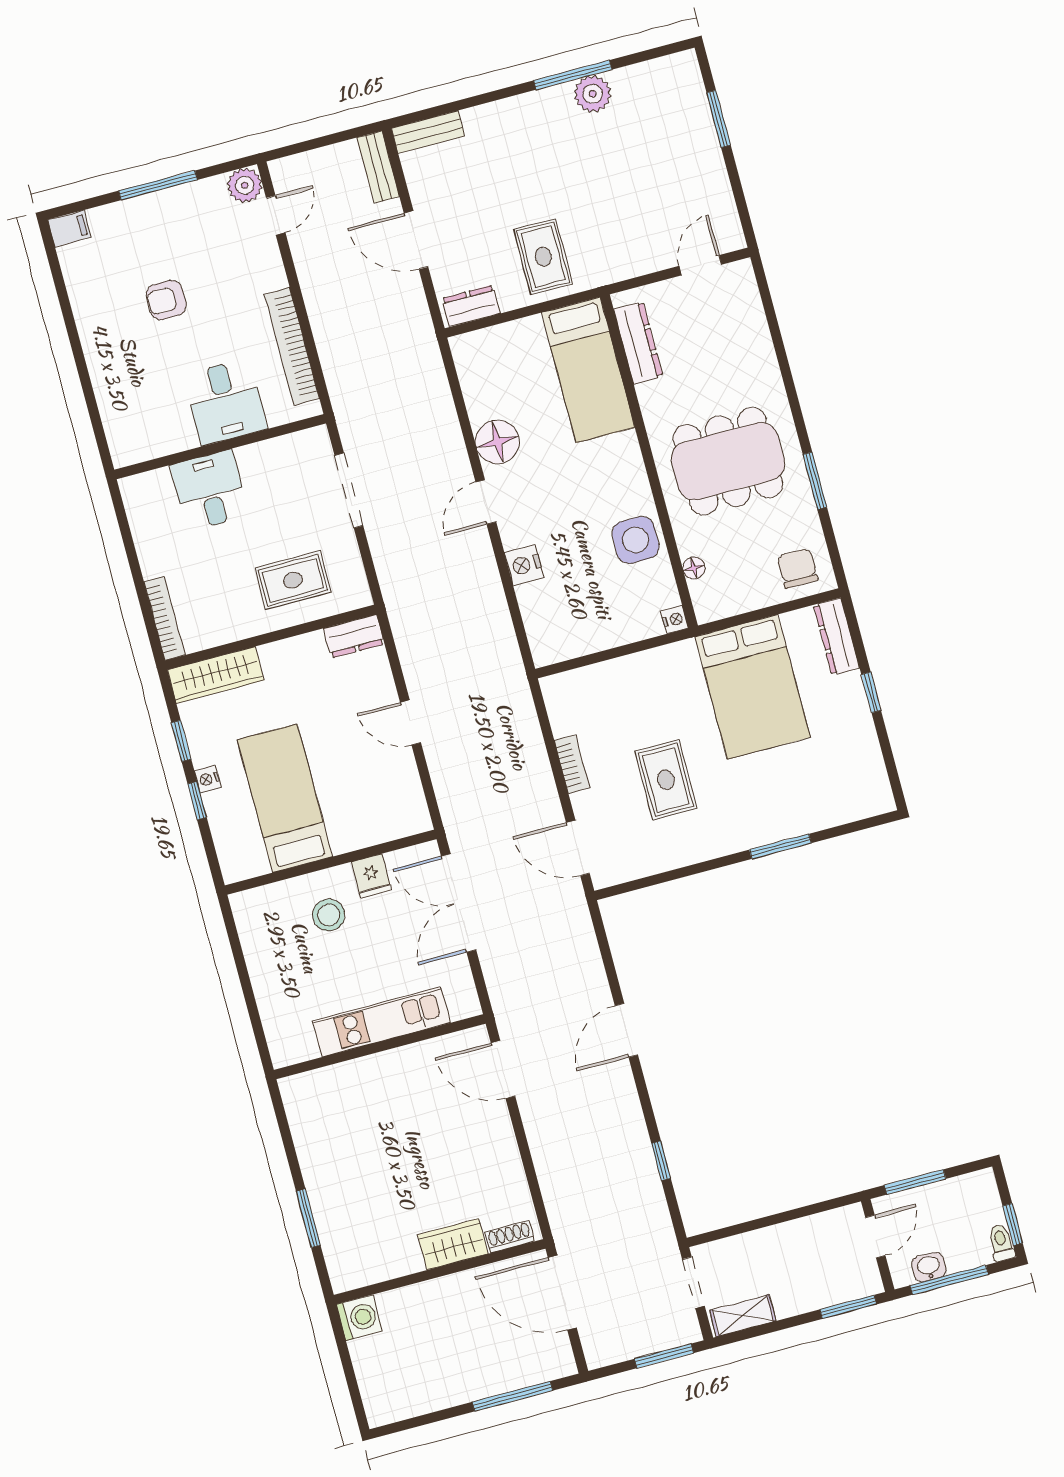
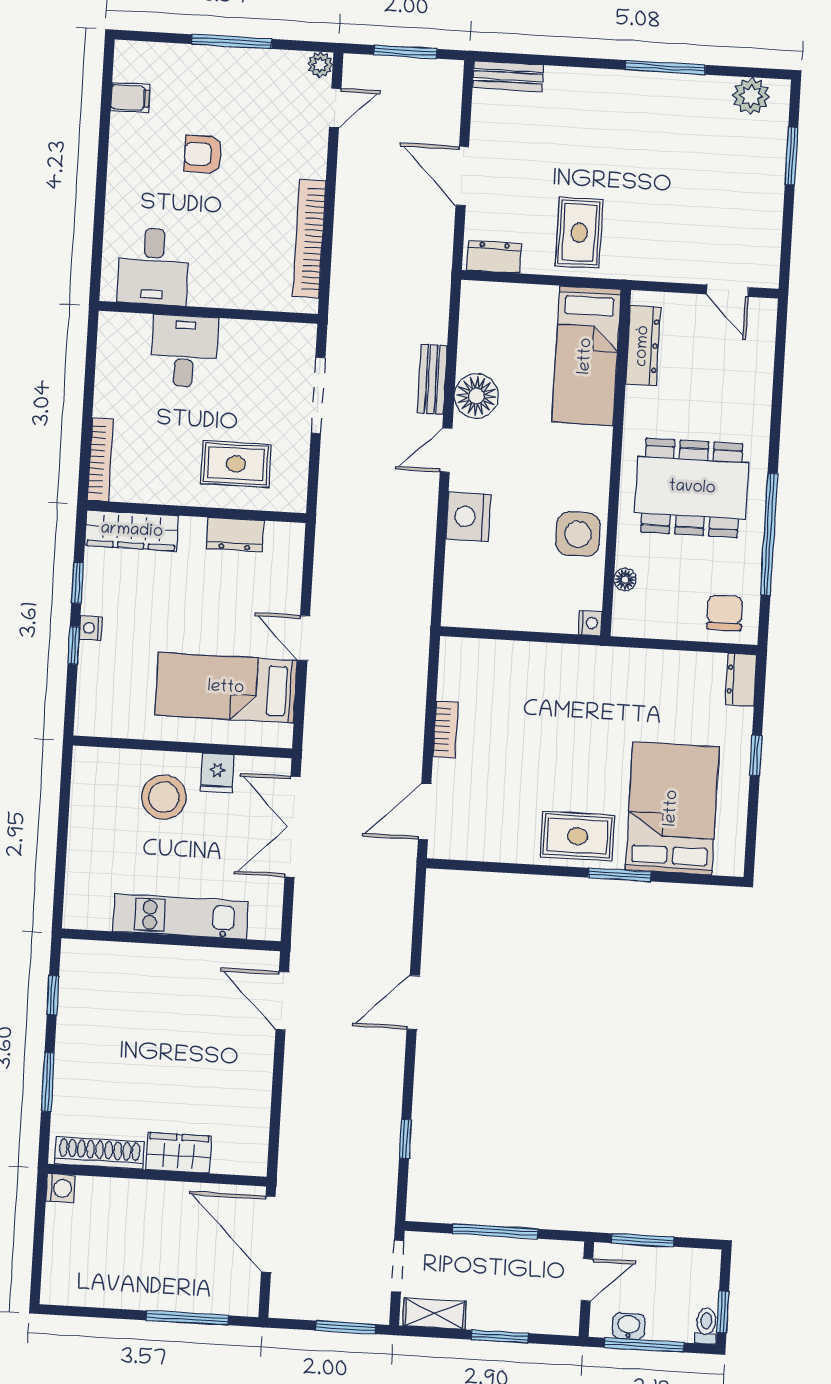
plant: (593, 94) -> (751, 96), moved
window: (324, 141) -> (405, 52), added
bench: (378, 167) -> (432, 379), moved
plant: (245, 185) -> (320, 65), width x0.73, depth x0.73
filing cabinet: (69, 229) -> (130, 98), moved
door: (700, 265) -> (727, 291), swing flipped
desk: (225, 402) -> (153, 266), moved
window: (815, 481) -> (769, 534), width x2.11
nightstand: (524, 565) -> (468, 517), width x1.36, depth x1.33
dresser: (354, 636) -> (235, 535), moved
dresser: (836, 637) -> (741, 680), width x0.70
bed: (753, 687) -> (672, 808), moved, turned 180
rug: (666, 780) -> (577, 836), moved, turned 90
bed: (285, 798) -> (226, 688), moved, turned -90
door: (578, 848) -> (425, 812), hinge flipped
stool: (329, 915) -> (164, 797), width x1.38, depth x1.38
window: (286, 1135) -> (53, 995), added
window: (774, 1220) -> (495, 1231), added
shoe rack: (510, 1237) -> (99, 1153), moved, width x1.94, depth x1.24
window: (848, 1307) -> (499, 1336), moved
washing machine: (359, 1318) -> (60, 1188), width x0.73, depth x0.73

